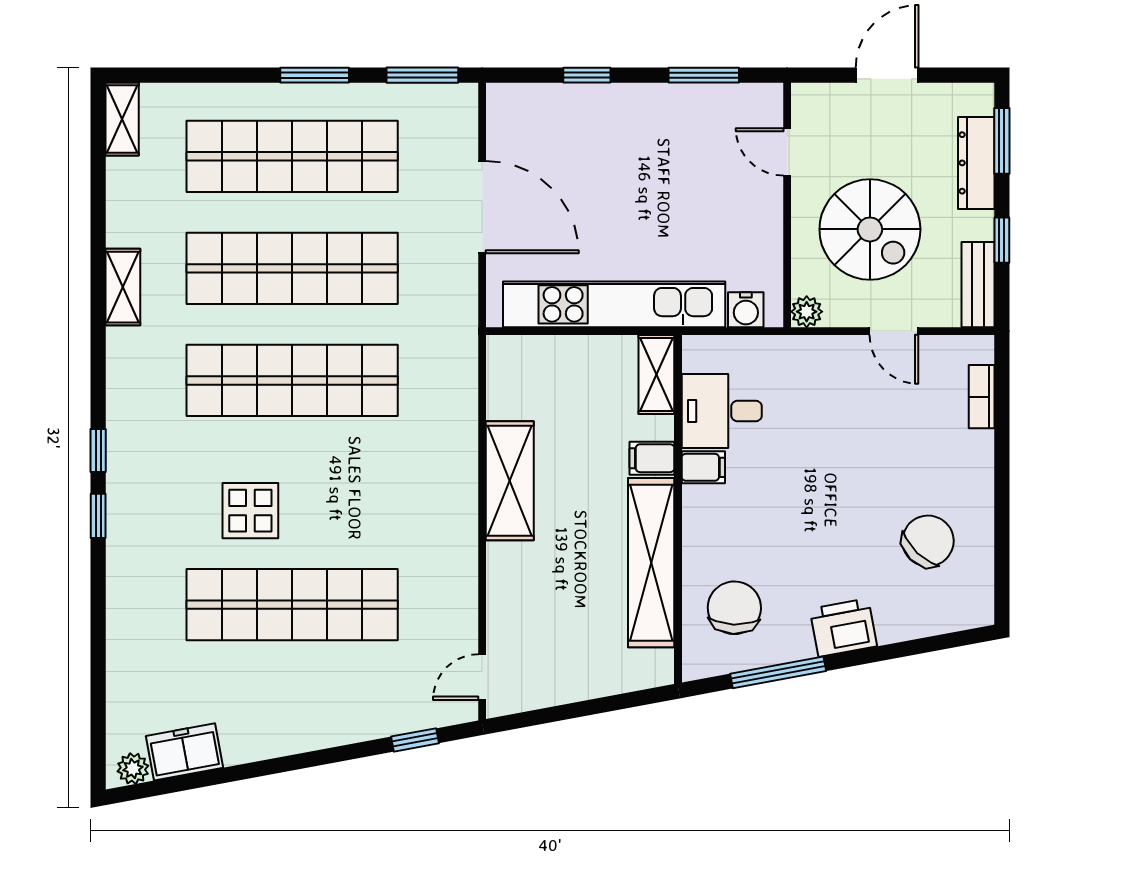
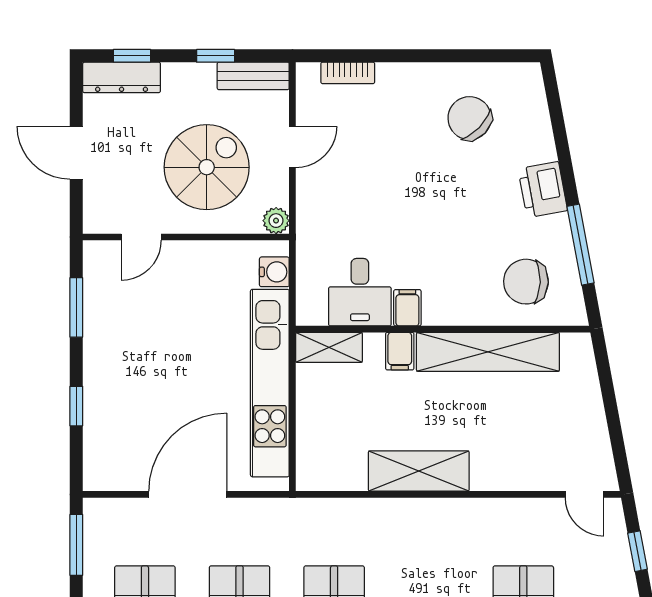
window: (1002, 141) -> (132, 56), width x0.67
dresser: (976, 163) -> (122, 77), moved

